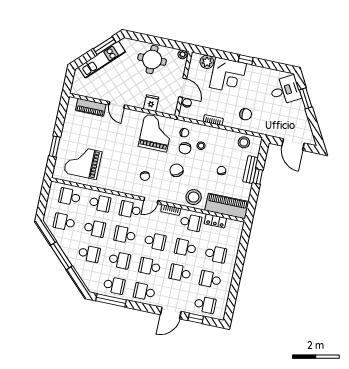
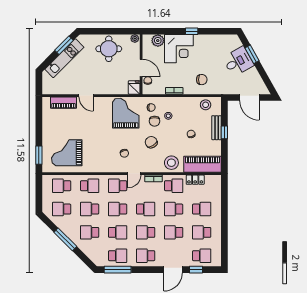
desk: (285, 90) -> (238, 61), moved
fridge: (151, 103) -> (134, 87), moved
window: (55, 146) -> (39, 155), moved
school desk: (95, 228) -> (90, 209), turned 180
school desk: (89, 254) -> (90, 232), turned 180

